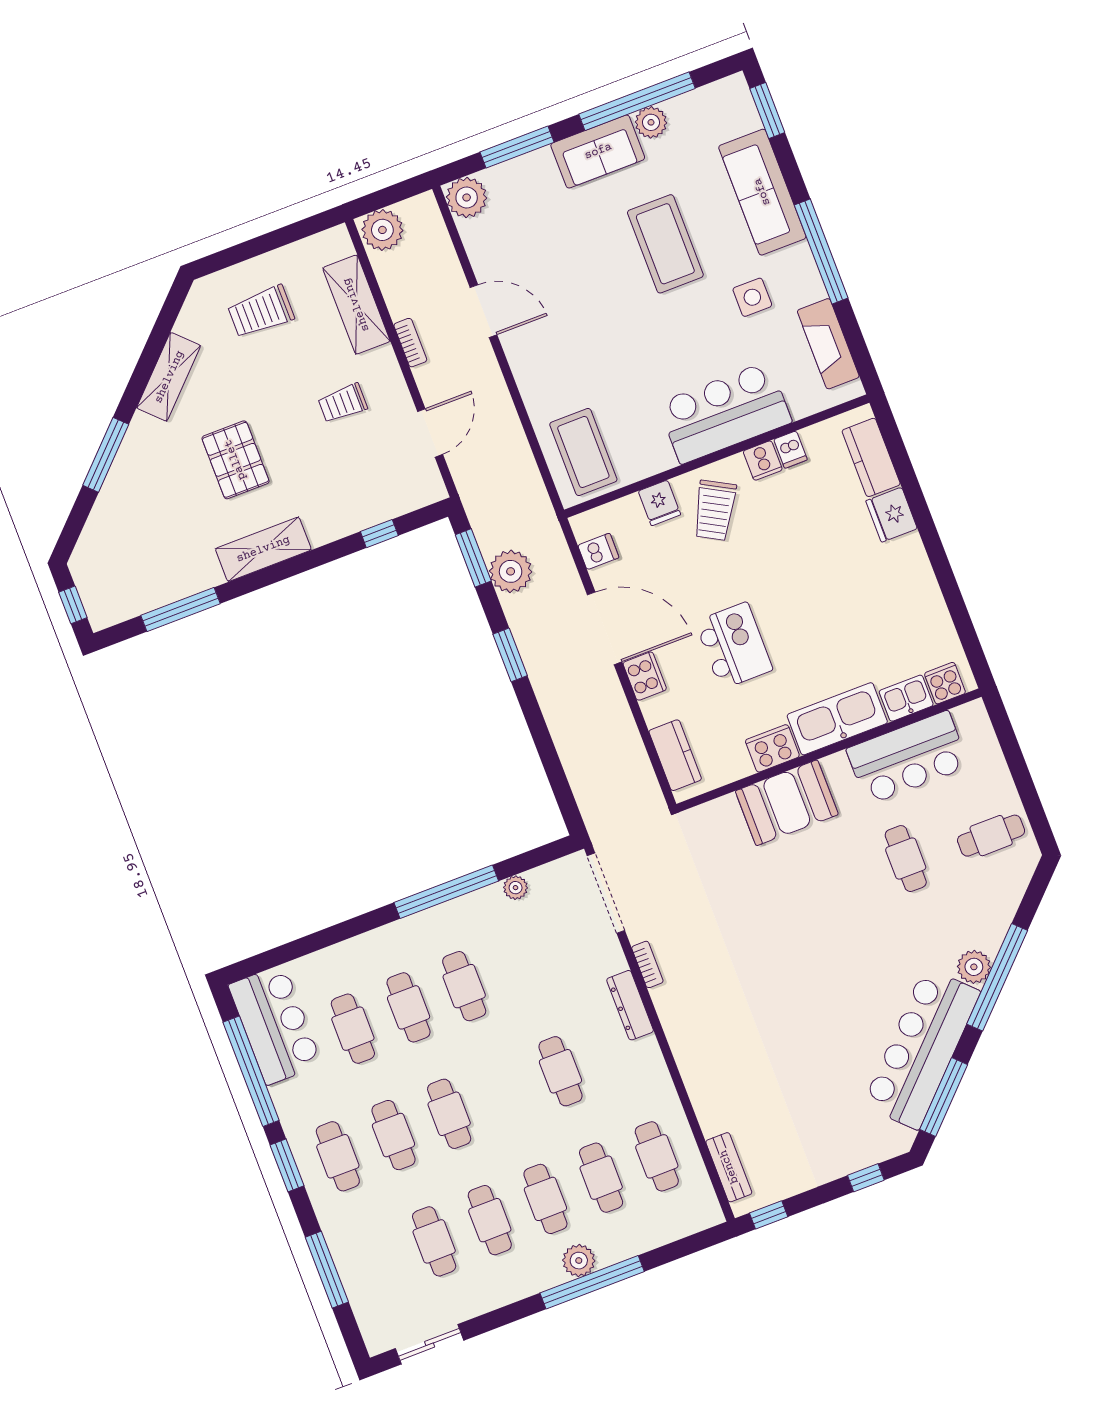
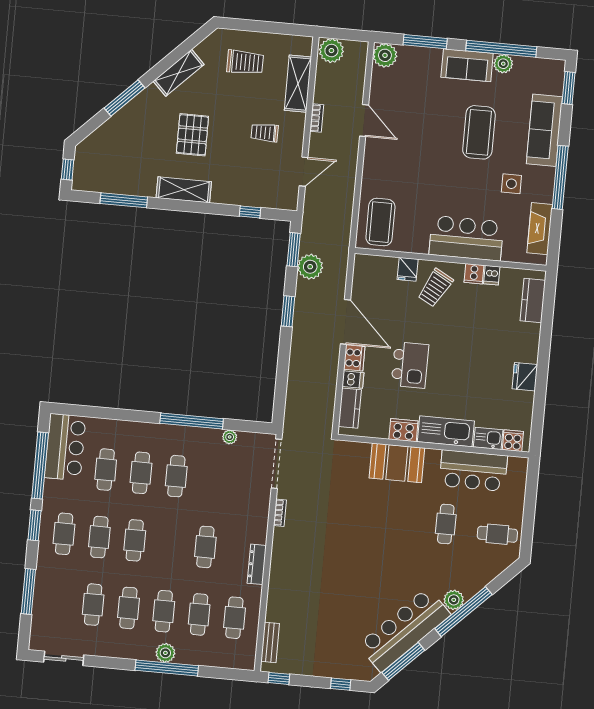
trolley: (261, 312) -> (245, 62), turned 180
fridge: (892, 515) -> (525, 377), moved
dishwasher: (598, 551) -> (353, 380), moved
dresser: (630, 1005) -> (257, 564), moved

